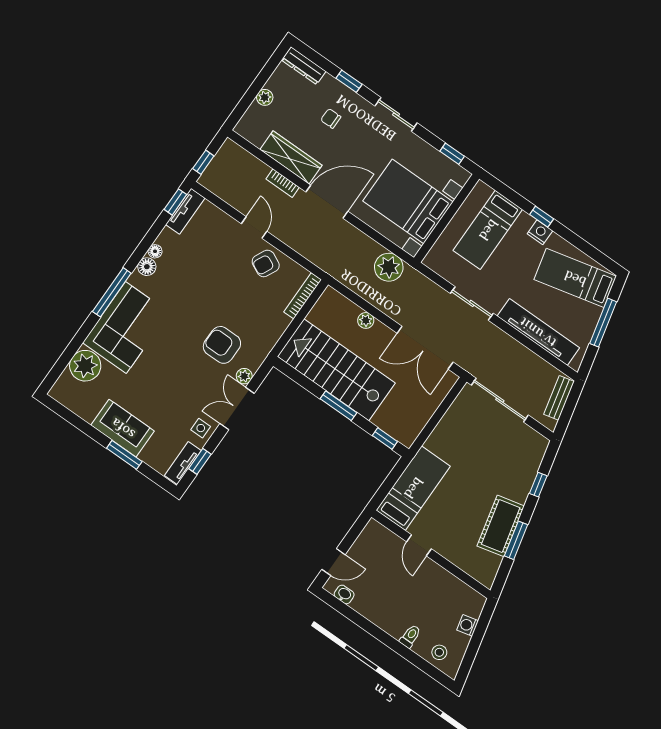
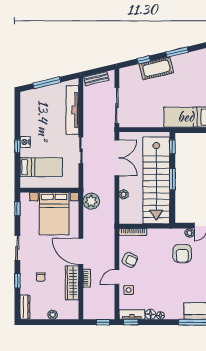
side table: (224, 231) -> (129, 290), added
floor lamp: (147, 267) -> (151, 314), moved
bed: (575, 278) -> (35, 111), removed
stairs: (336, 370) -> (156, 180), width x1.36
cot: (501, 526) -> (156, 68), moved

